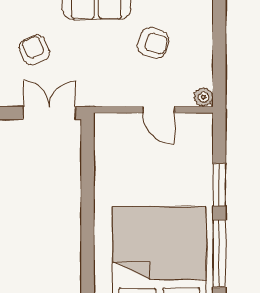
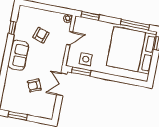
window: (88, 151) -> (81, 72), added
side table: (118, 156) -> (86, 59), added
window: (219, 185) -> (90, 16), moved

